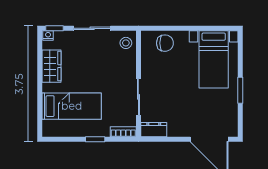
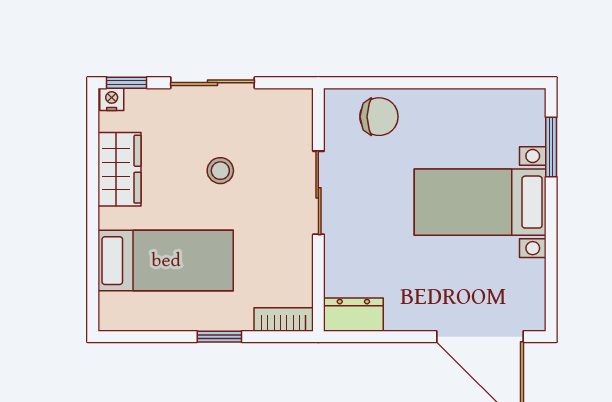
stool: (126, 43) -> (220, 171), moved
bed with nightstands: (214, 59) -> (480, 202), moved, turned 90
window: (240, 90) -> (551, 147), moved
sliding door: (138, 97) -> (318, 193), moved

